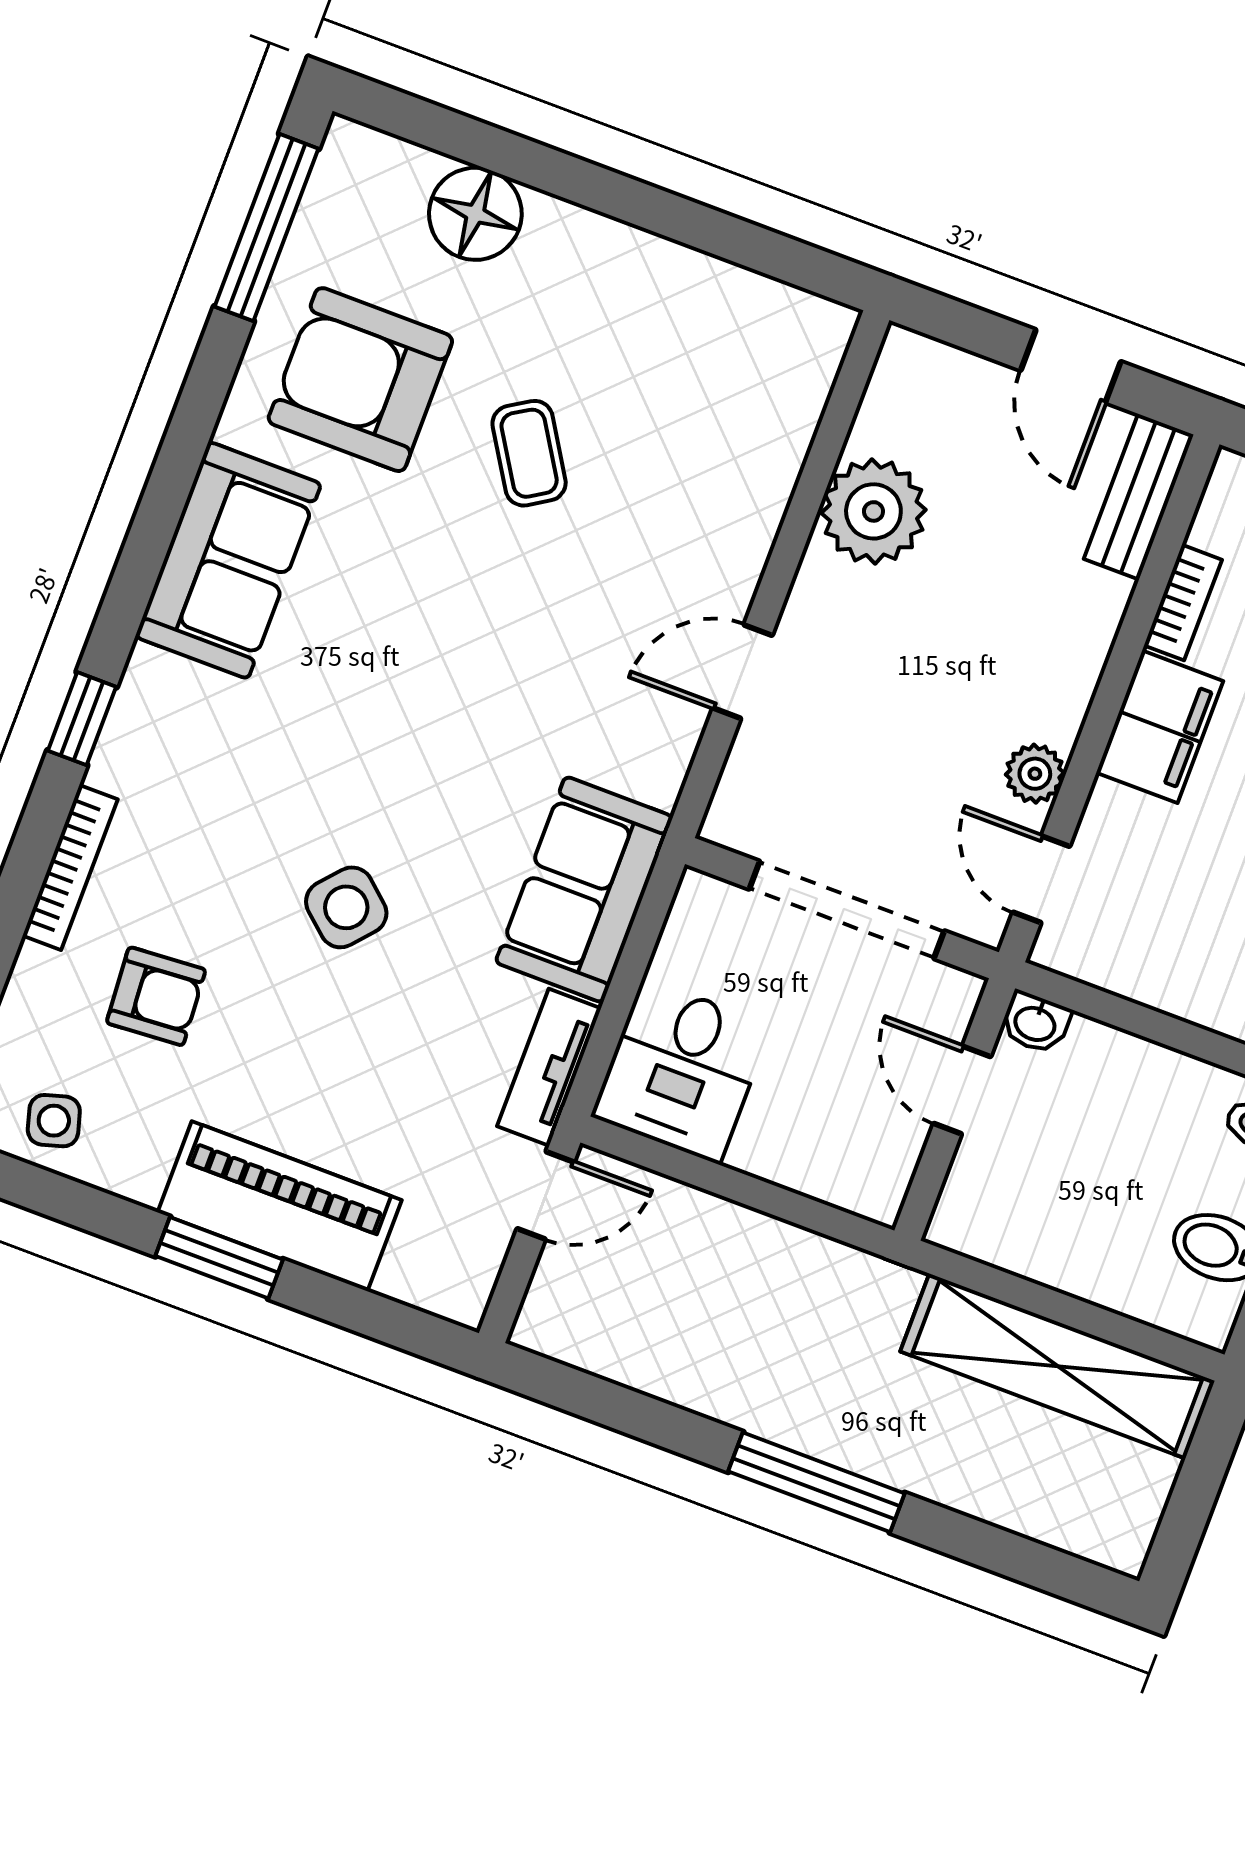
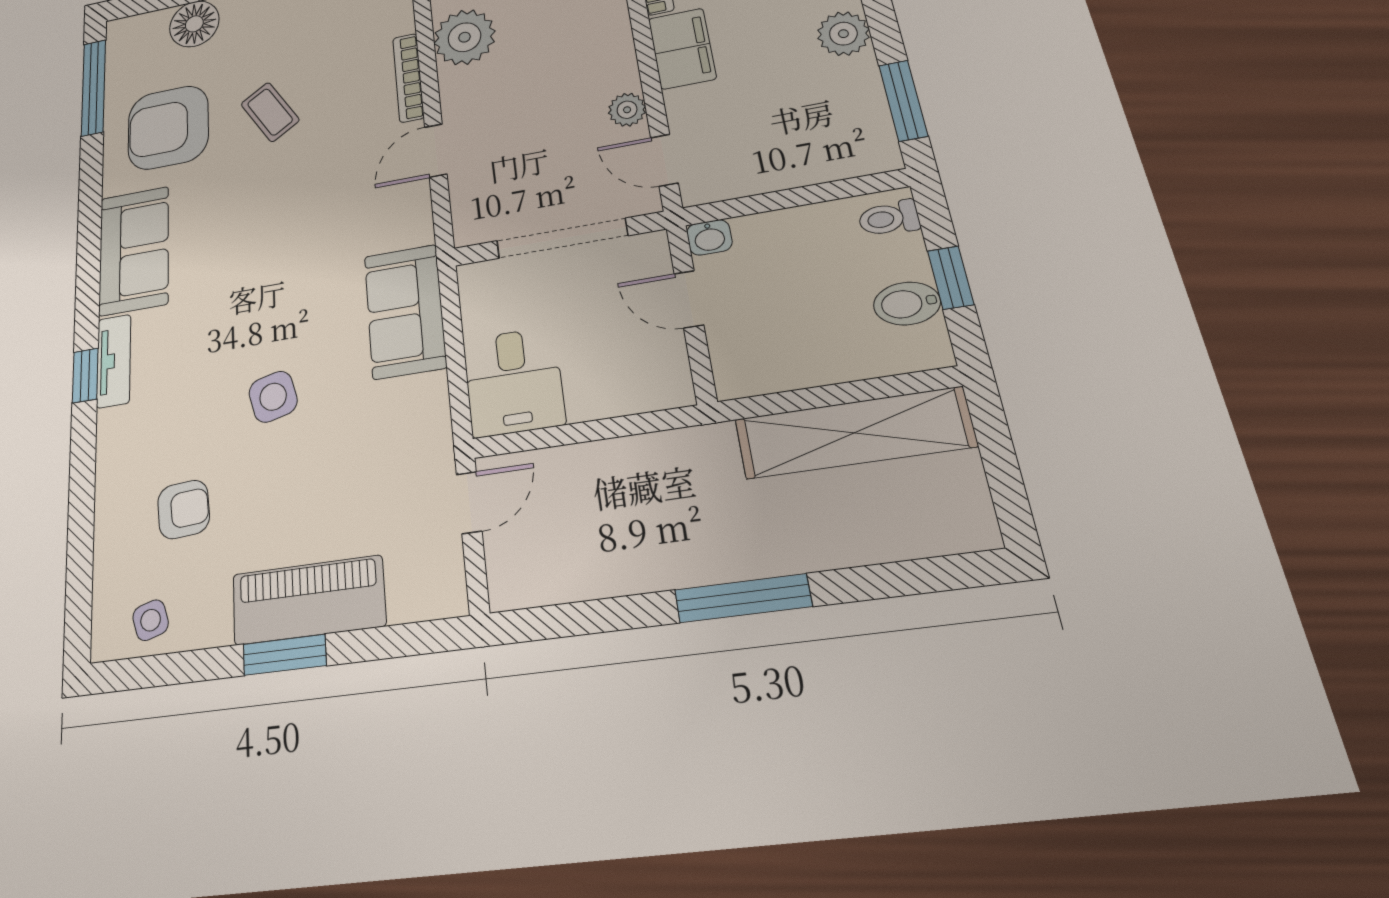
bookcase: (70, 867) -> (408, 78), moved, turned 180
side table: (346, 907) -> (273, 397), turned 35
tv unit: (549, 1067) -> (114, 361), moved, turned 180

